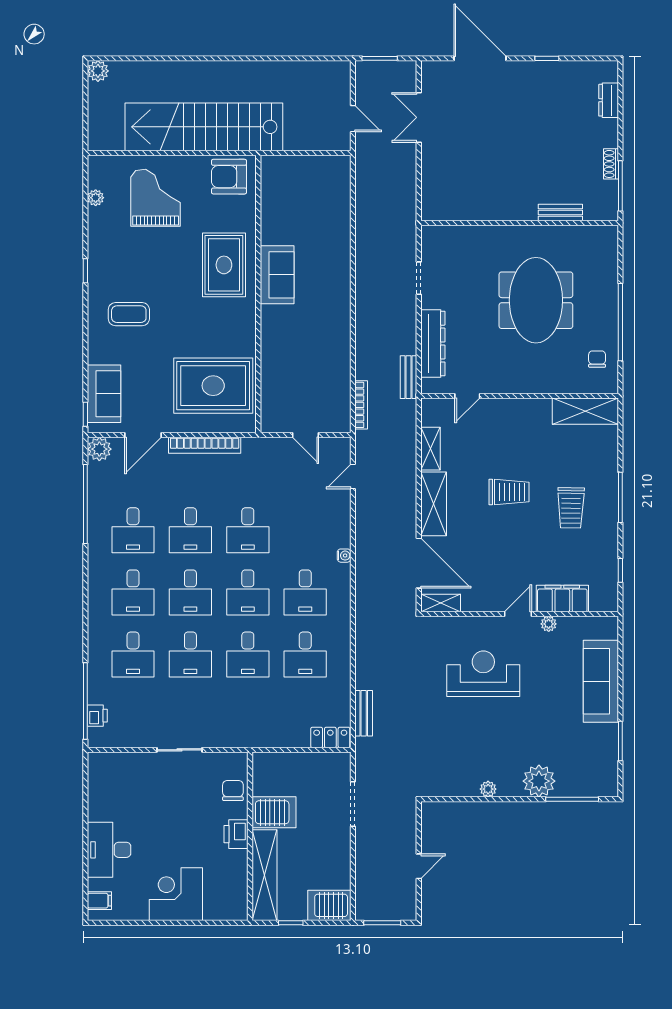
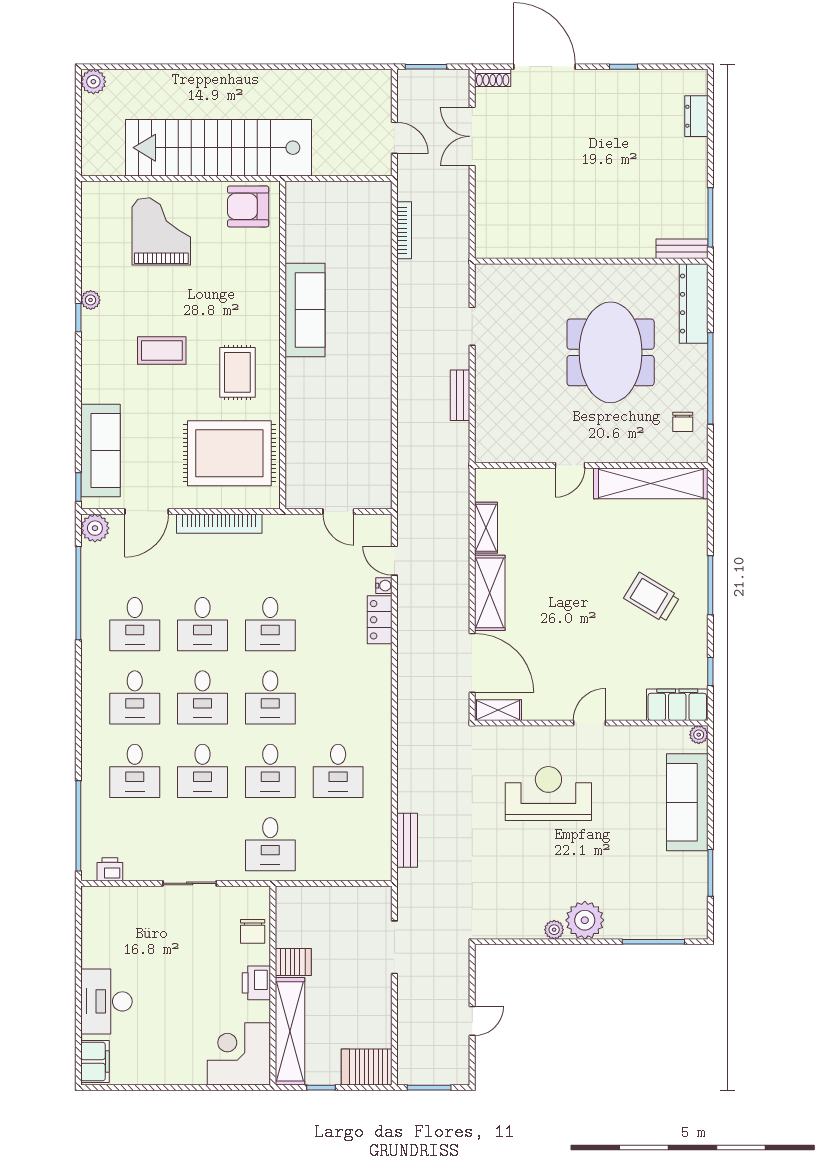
shoe rack: (611, 164) -> (493, 78), moved, turned -90
plant: (96, 198) -> (91, 300), moved
bench: (560, 213) -> (682, 249), moved
rug: (224, 265) -> (237, 372), moved, width x0.73, depth x0.70
sofa: (277, 275) -> (305, 310), width x1.36
coffee table: (129, 314) -> (162, 350), moved
dresser: (433, 344) -> (694, 304), moved, turned 180
chair: (597, 359) -> (683, 422), turned 180
bench: (408, 377) -> (460, 395), moved
sofa: (104, 394) -> (101, 451), width x1.36
door: (467, 396) -> (570, 465), moved
bookcase: (361, 405) -> (404, 230), moved
shelving: (585, 411) -> (651, 483), width x1.47
door: (353, 477) -> (394, 561), hinge flipped
trolley: (509, 492) -> (579, 579), removed
trolley: (571, 508) -> (652, 597), turned 120
water cooler: (344, 556) -> (384, 586), moved
desk: (305, 592) -> (270, 844), moved
filing cabinet: (562, 599) -> (677, 705), moved
plant: (549, 624) -> (699, 735), moved
printer: (97, 716) -> (110, 869), moved, turned -90
locker: (330, 737) -> (380, 620), moved, turned -90
plant: (539, 781) -> (585, 920), moved
chair: (233, 790) -> (253, 931), turned 180
server rack: (274, 812) -> (293, 962), width x0.73, depth x0.70
corner desk: (176, 894) -> (239, 1054), moved
filing cabinet: (99, 901) -> (95, 1061), width x2.00

